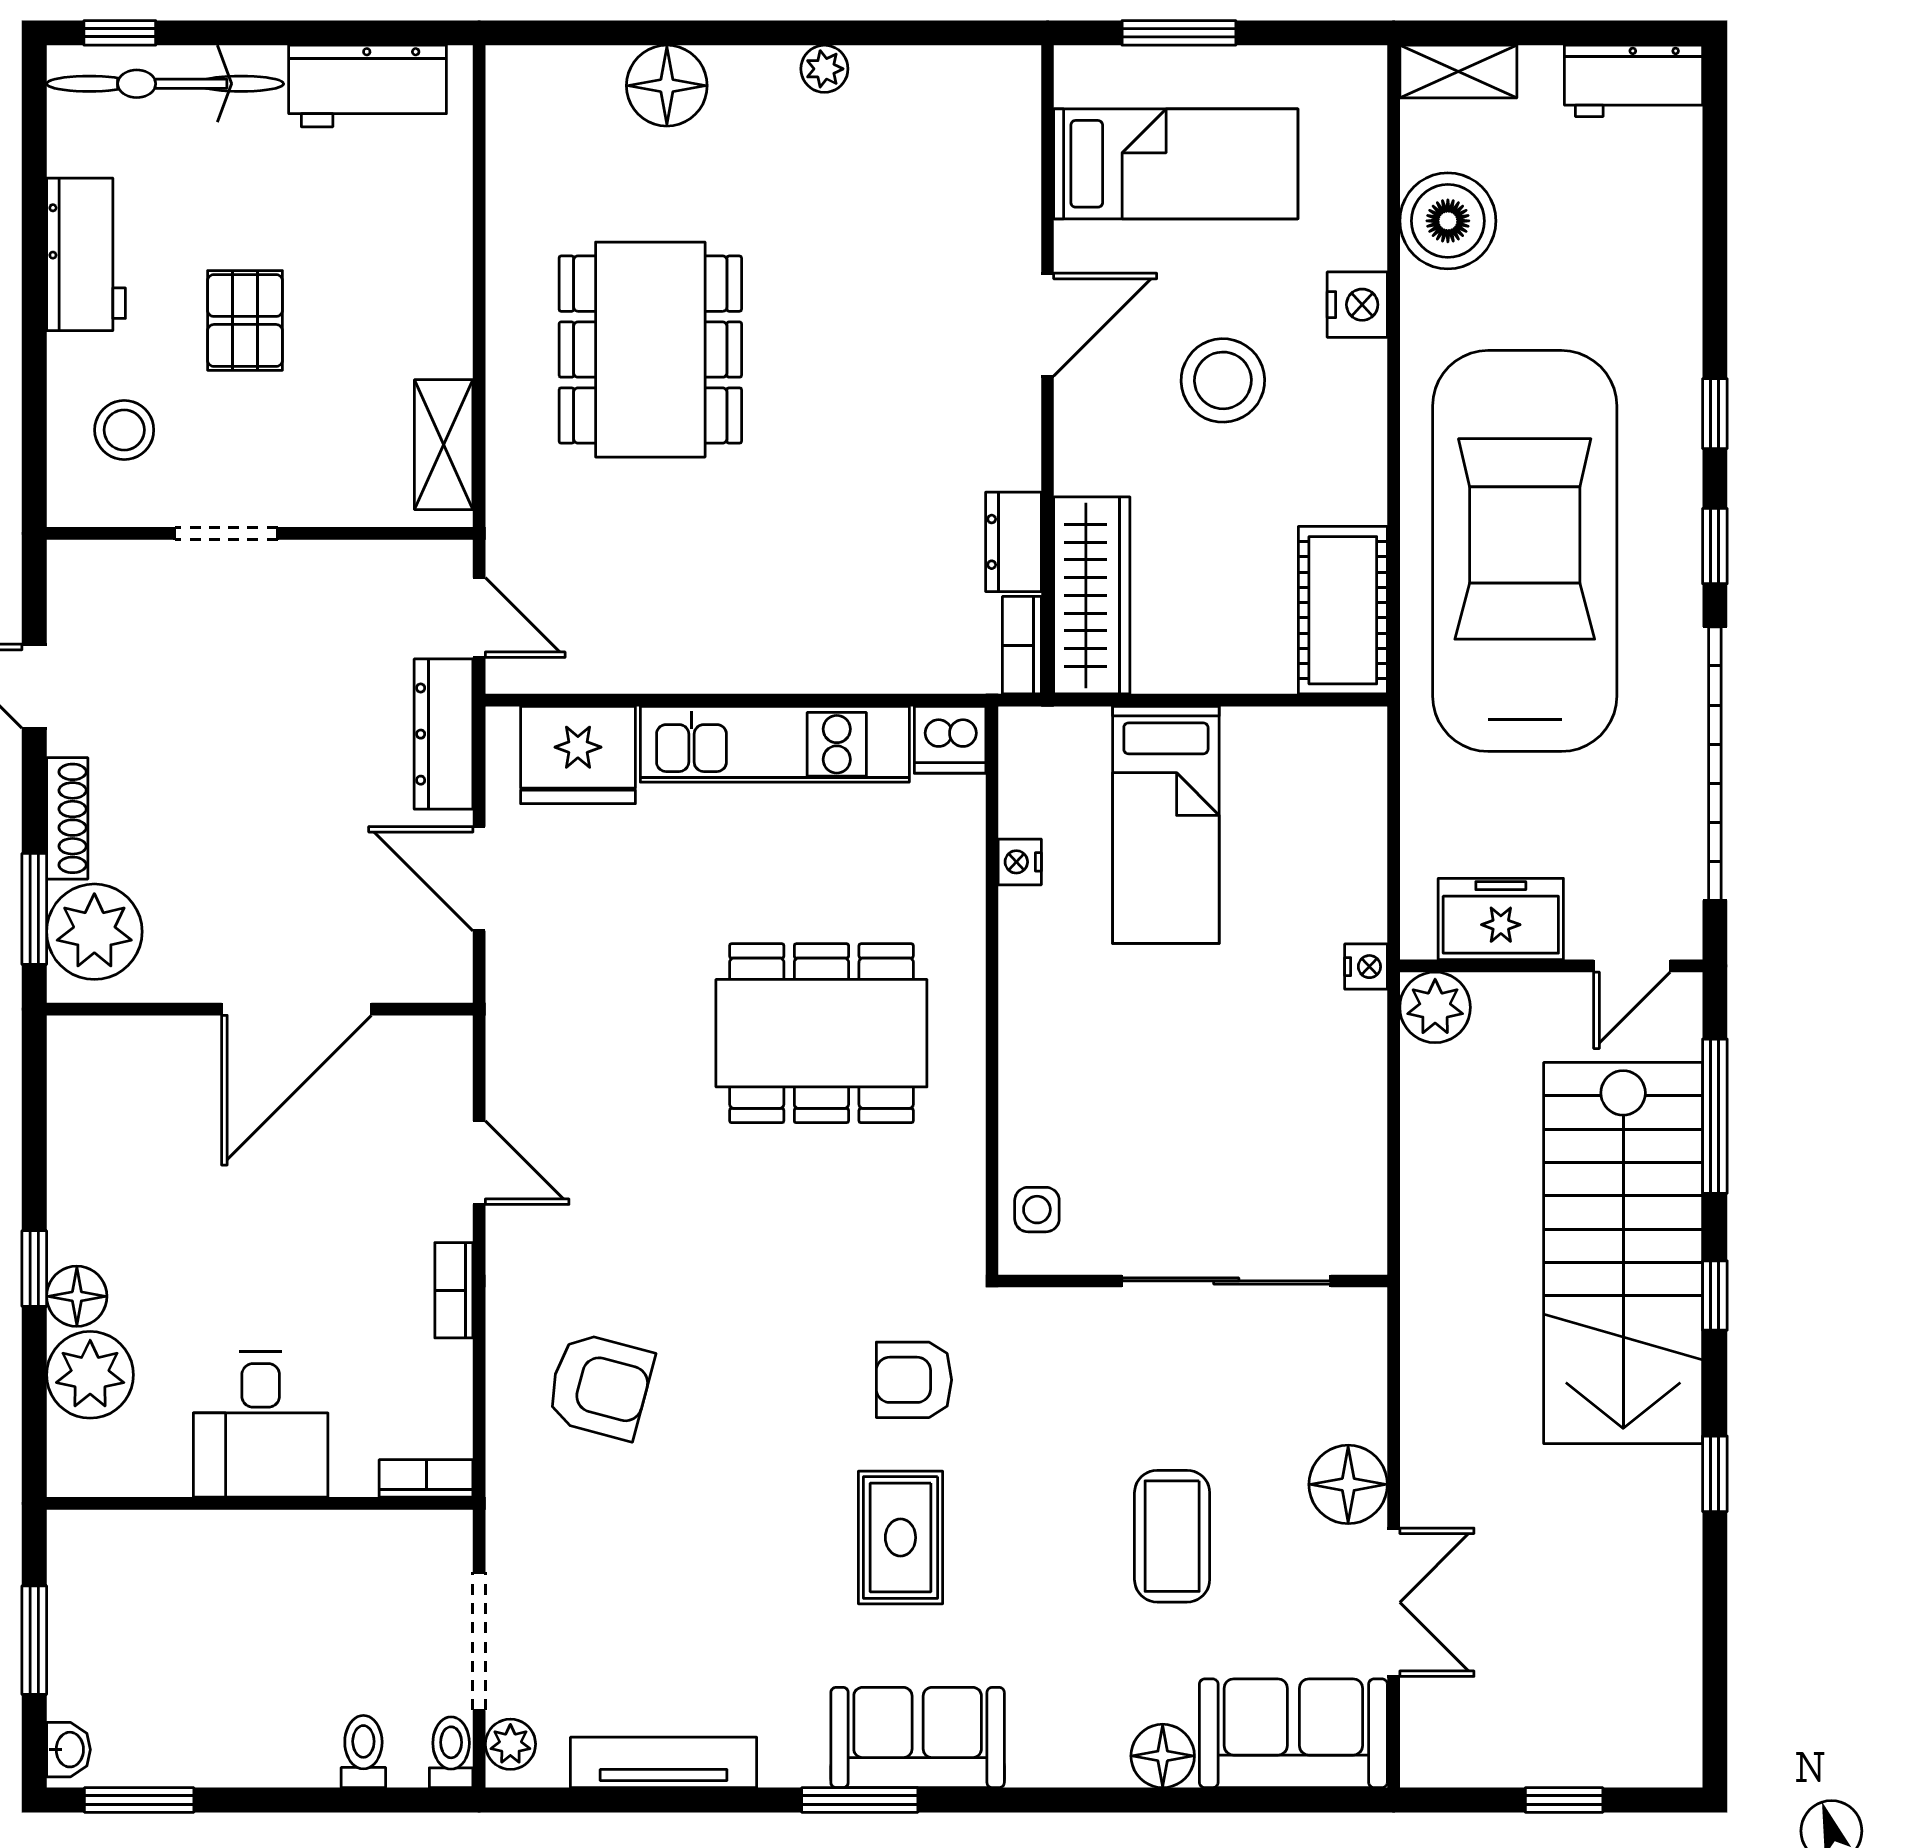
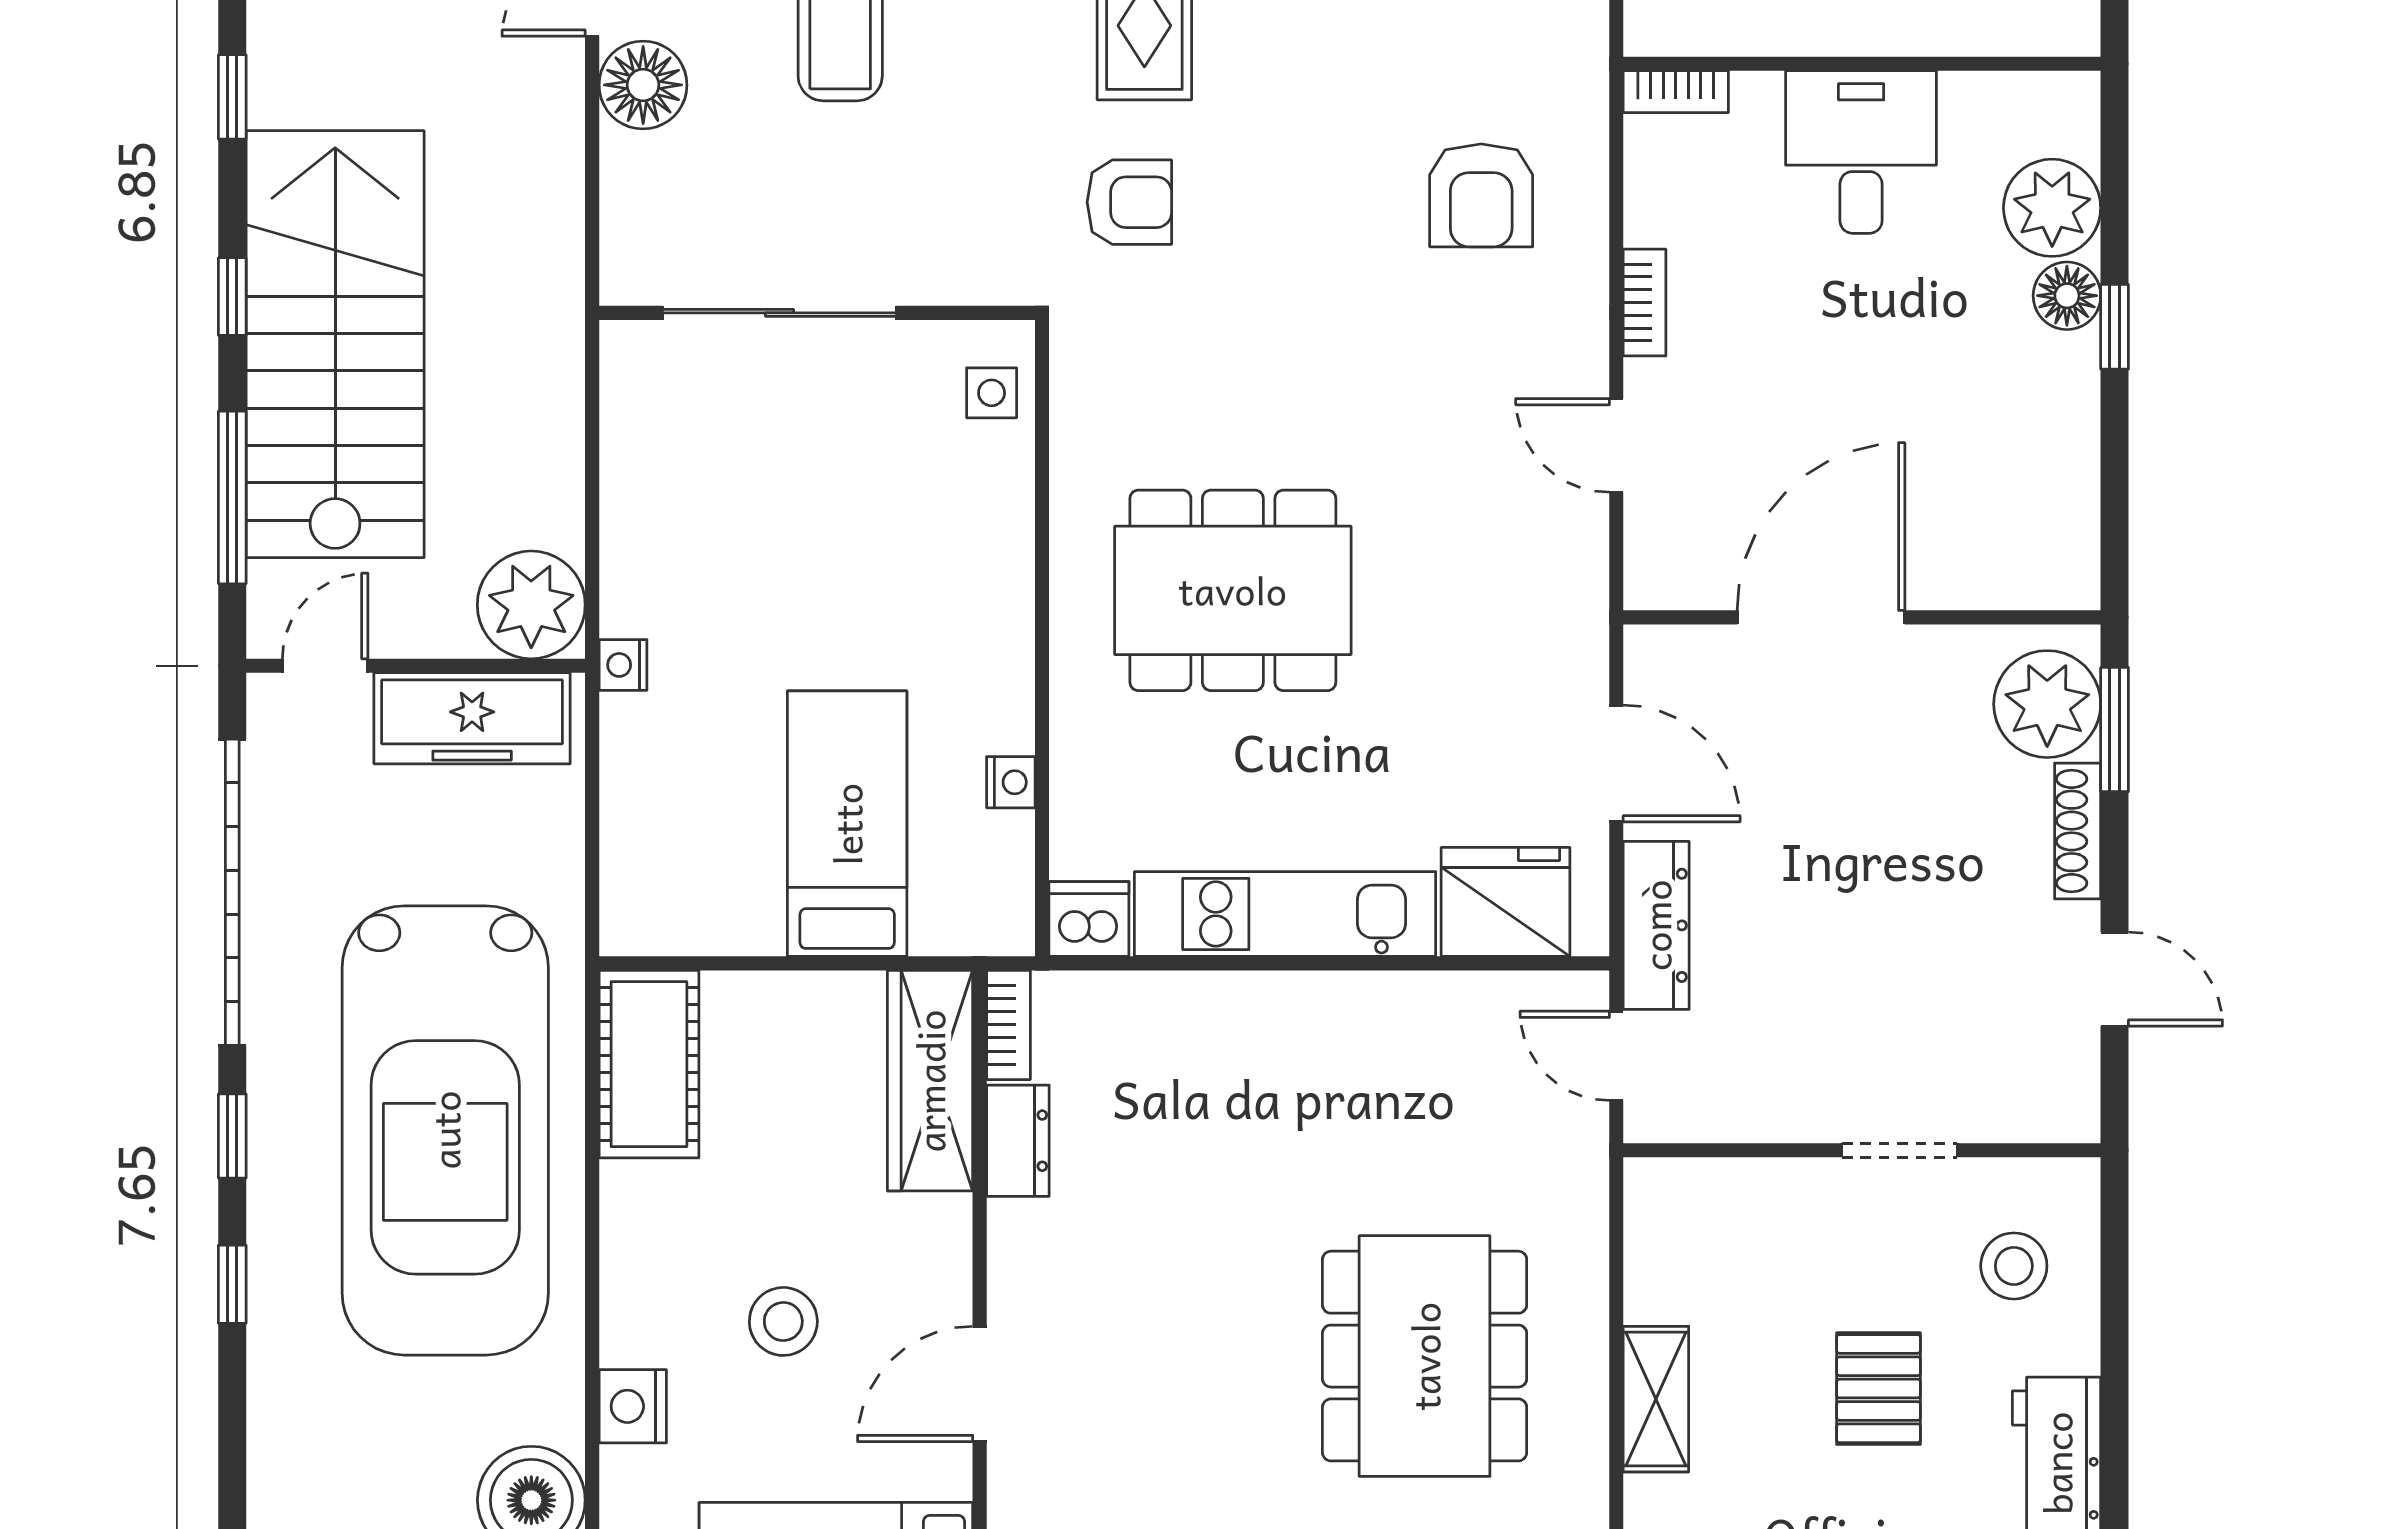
stool: (1223, 380) -> (783, 1321), width x0.73, depth x0.73
shelving: (444, 445) -> (1656, 1399), moved
freezer: (1501, 919) -> (472, 718), width x1.40
plant: (1435, 1007) -> (531, 605), width x1.36, depth x1.36
armchair: (600, 1386) -> (1481, 195), turned -105

